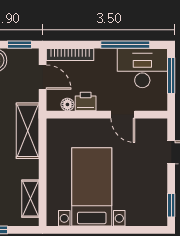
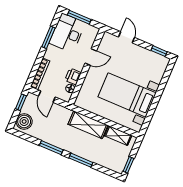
window: (125, 45) -> (49, 37), width x0.69
door: (43, 77) -> (47, 97), swing flipped
shelving: (28, 131) -> (88, 125), moved

